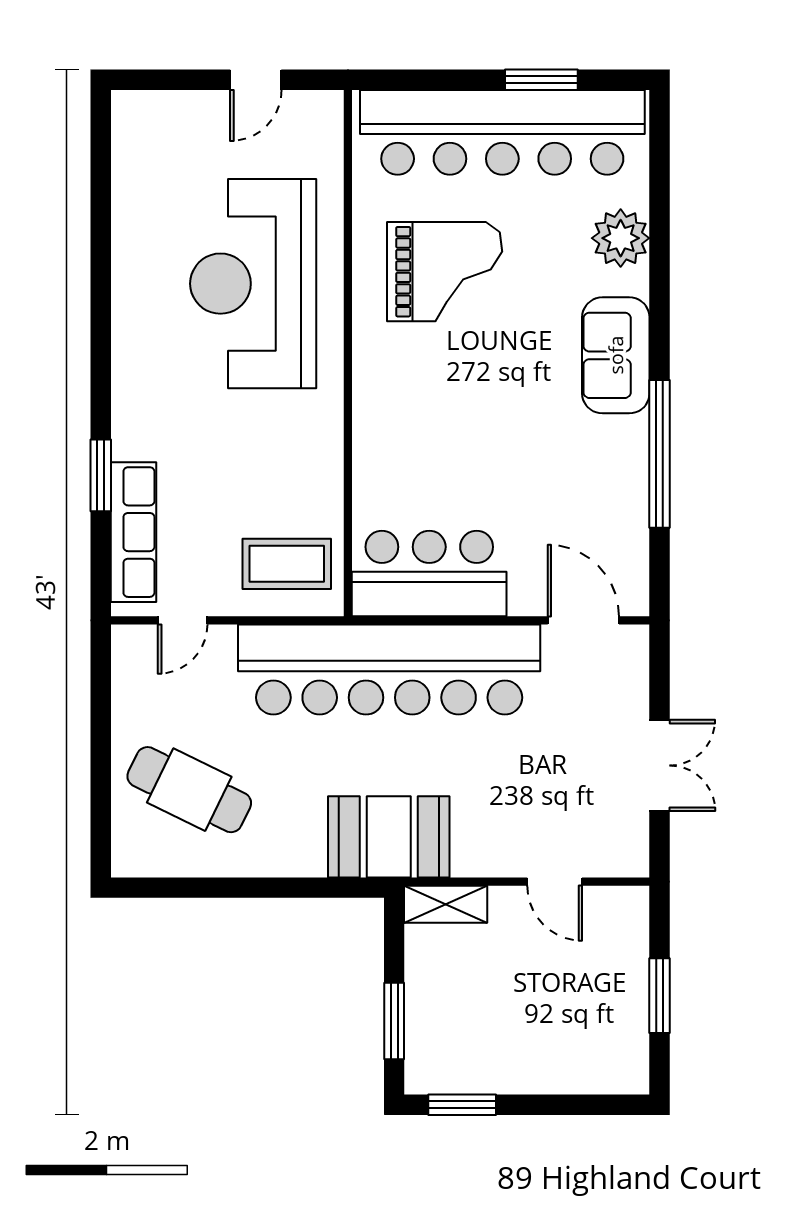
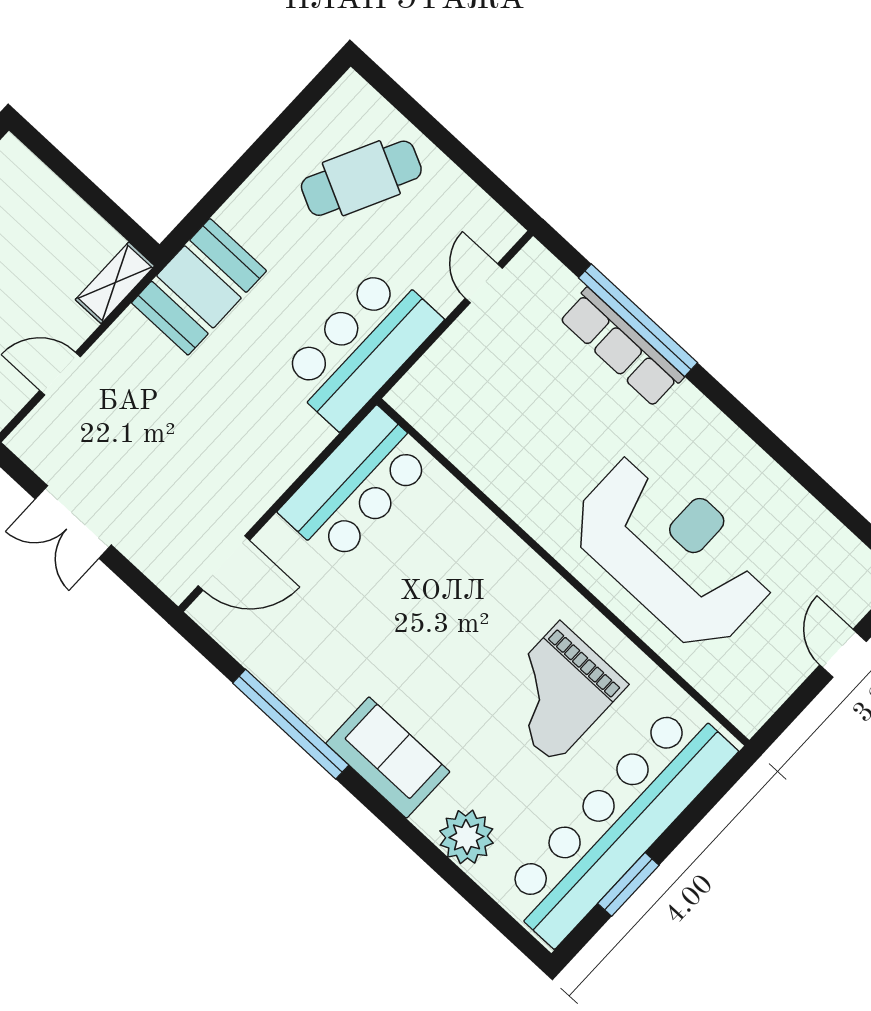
door: (256, 80) -> (843, 653), moved
window: (101, 475) -> (638, 320), width x2.11
row of seats: (133, 532) -> (621, 347), moved
coffee table: (287, 564) -> (456, 393), removed
bar counter: (389, 670) -> (361, 347), width x0.54
window: (394, 1021) -> (67, 171), removed

